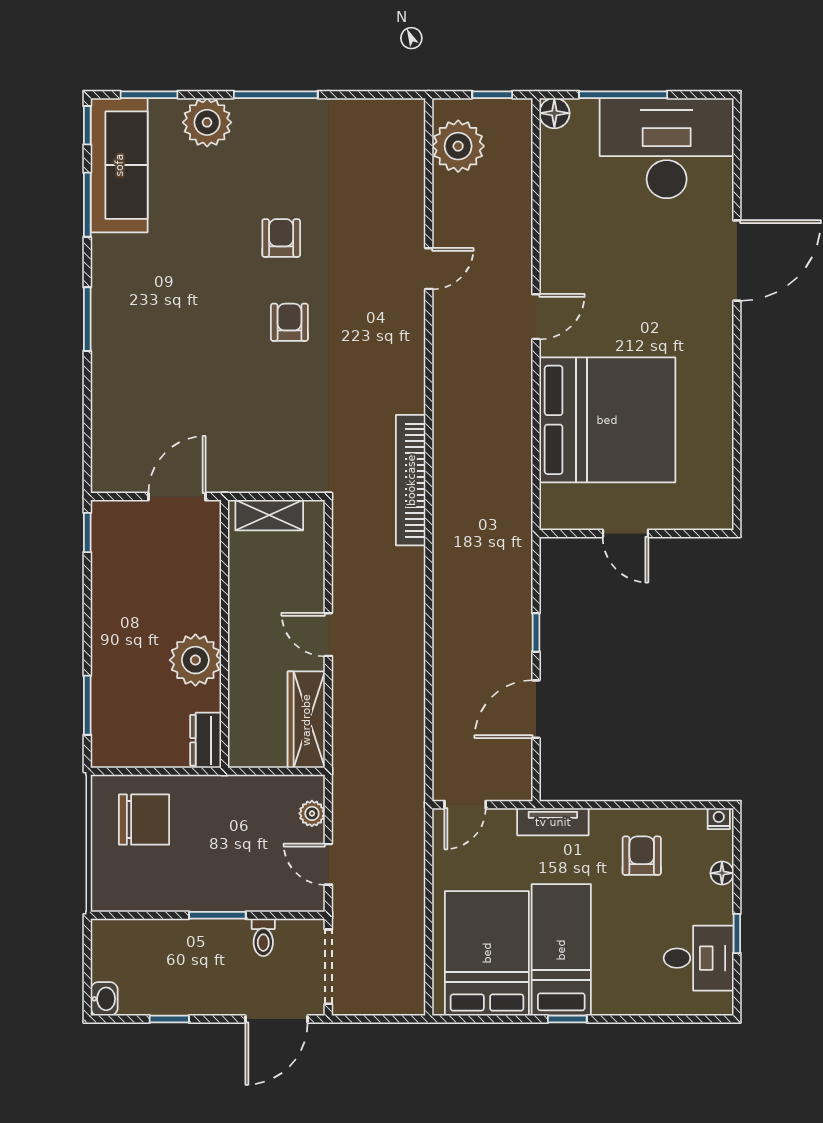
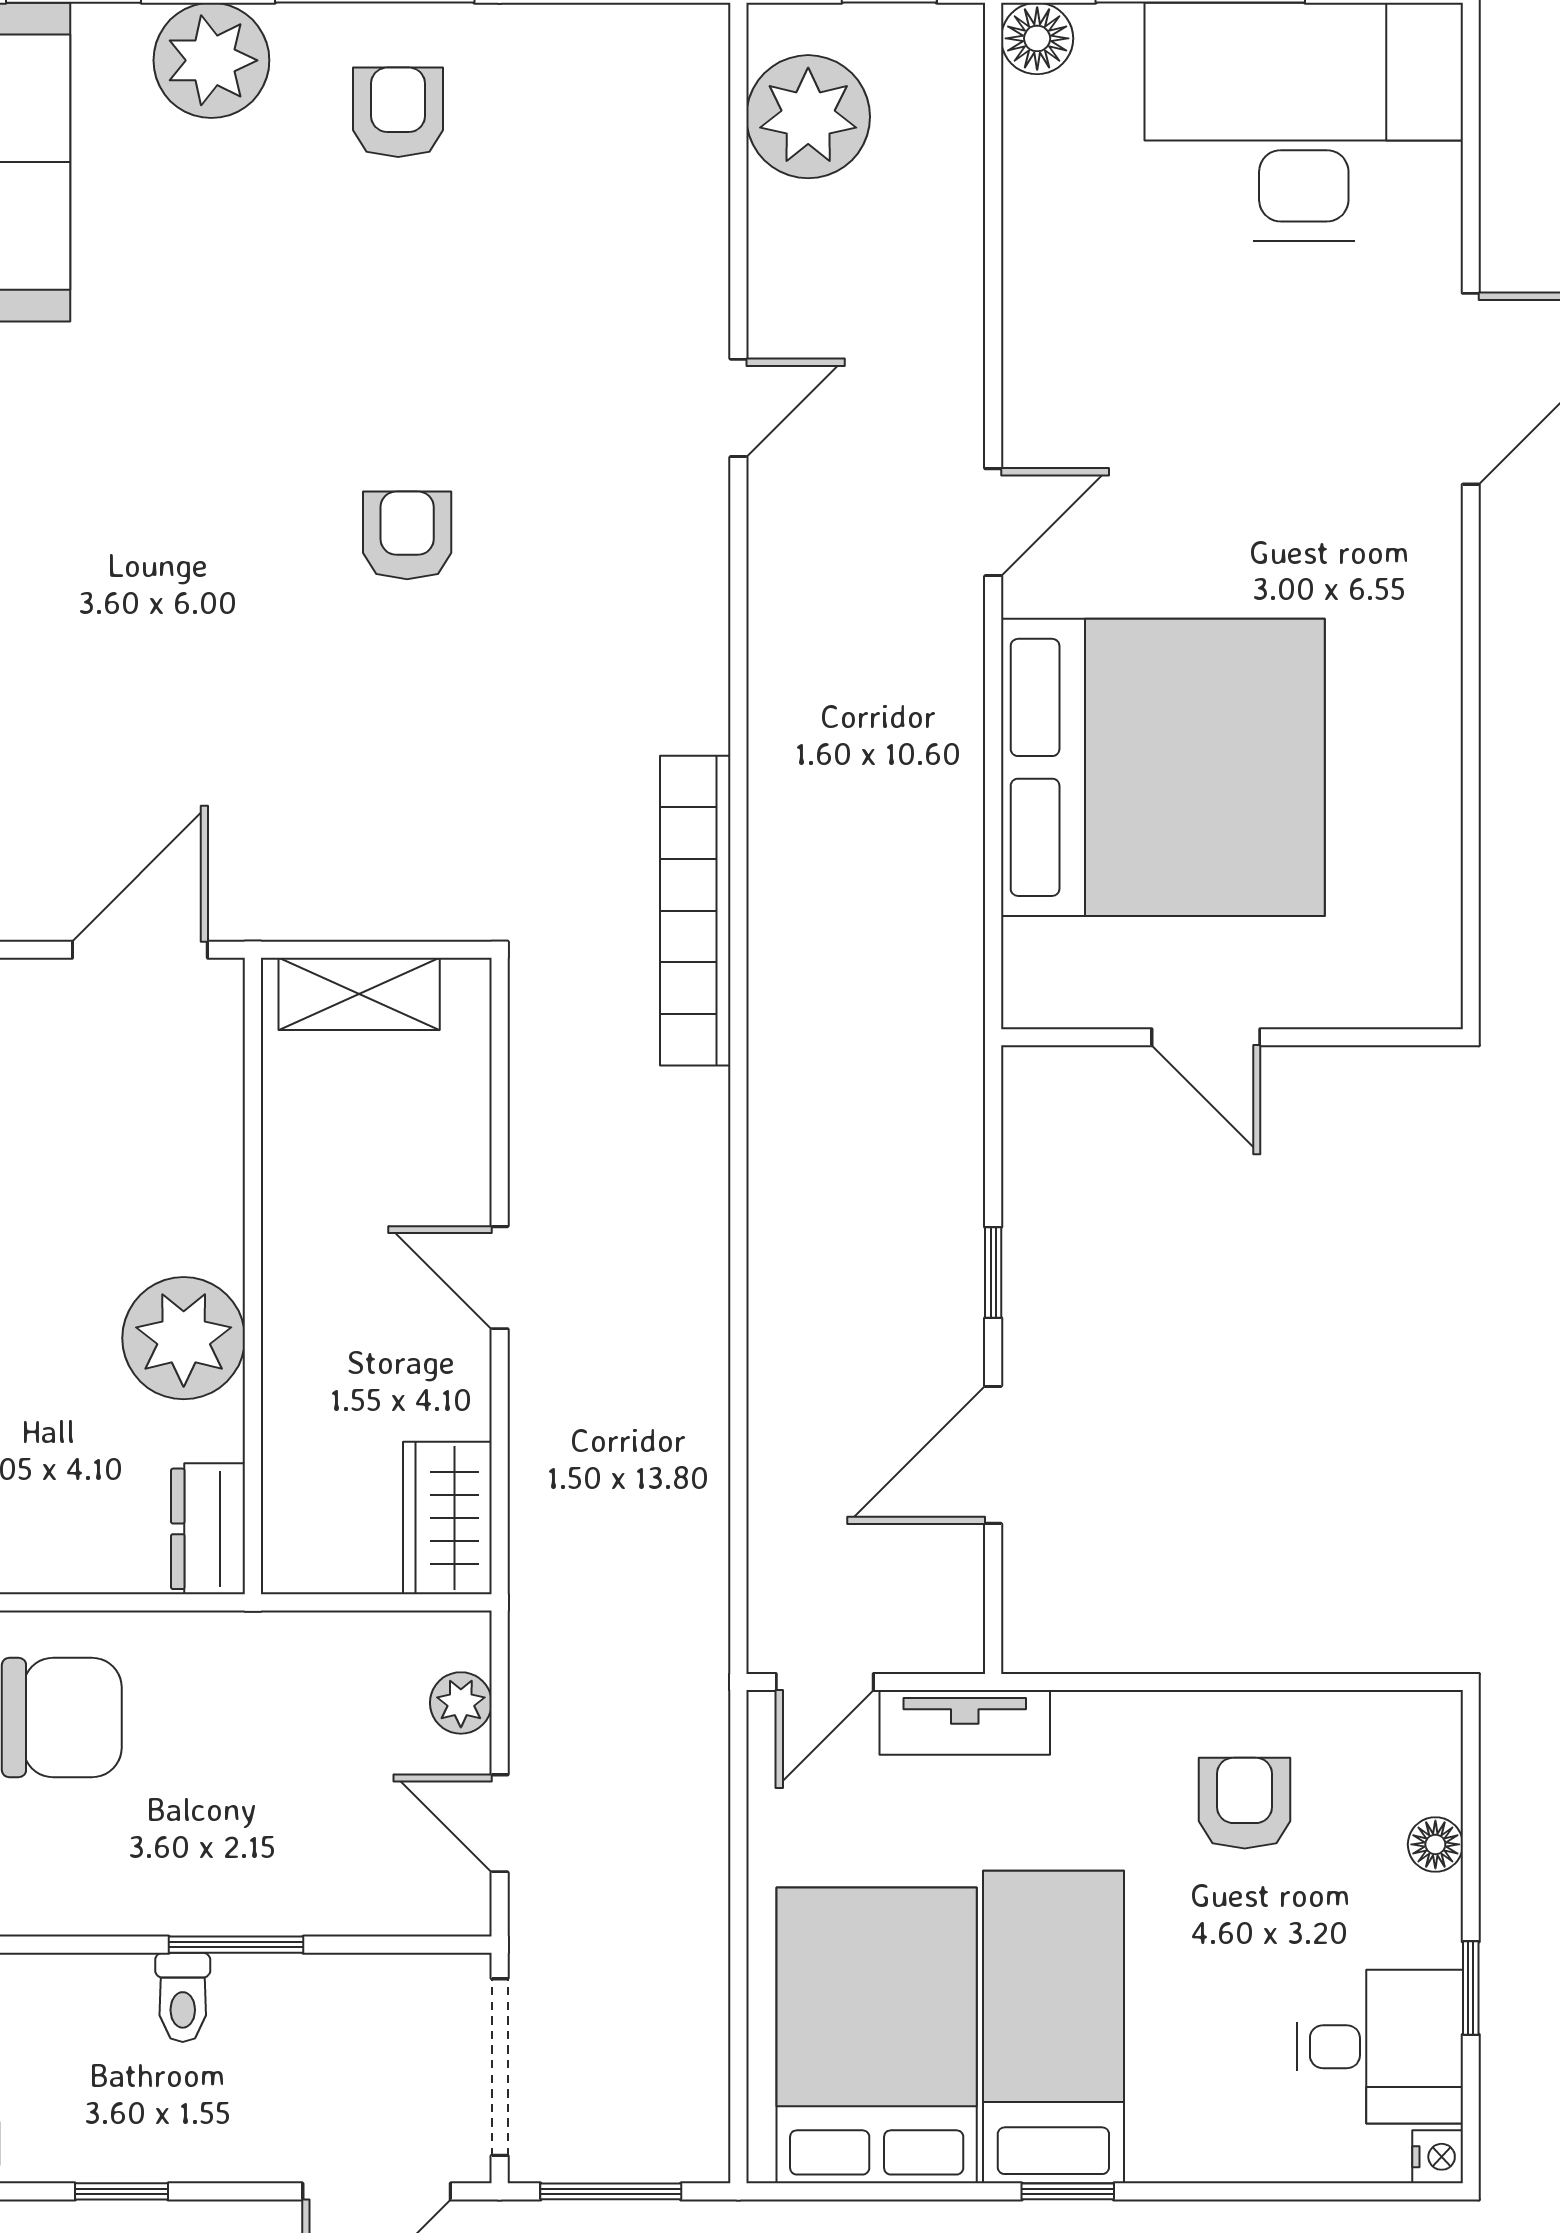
armchair: (281, 238) -> (398, 112), moved
wardrobe: (306, 720) -> (447, 1518), width x0.67
nightstand: (719, 819) -> (1438, 2157), moved, turned 90
tv unit: (553, 822) -> (965, 1722), moved
toilet: (263, 937) -> (183, 1997), moved
window: (375, 1019) -> (611, 2191), added

